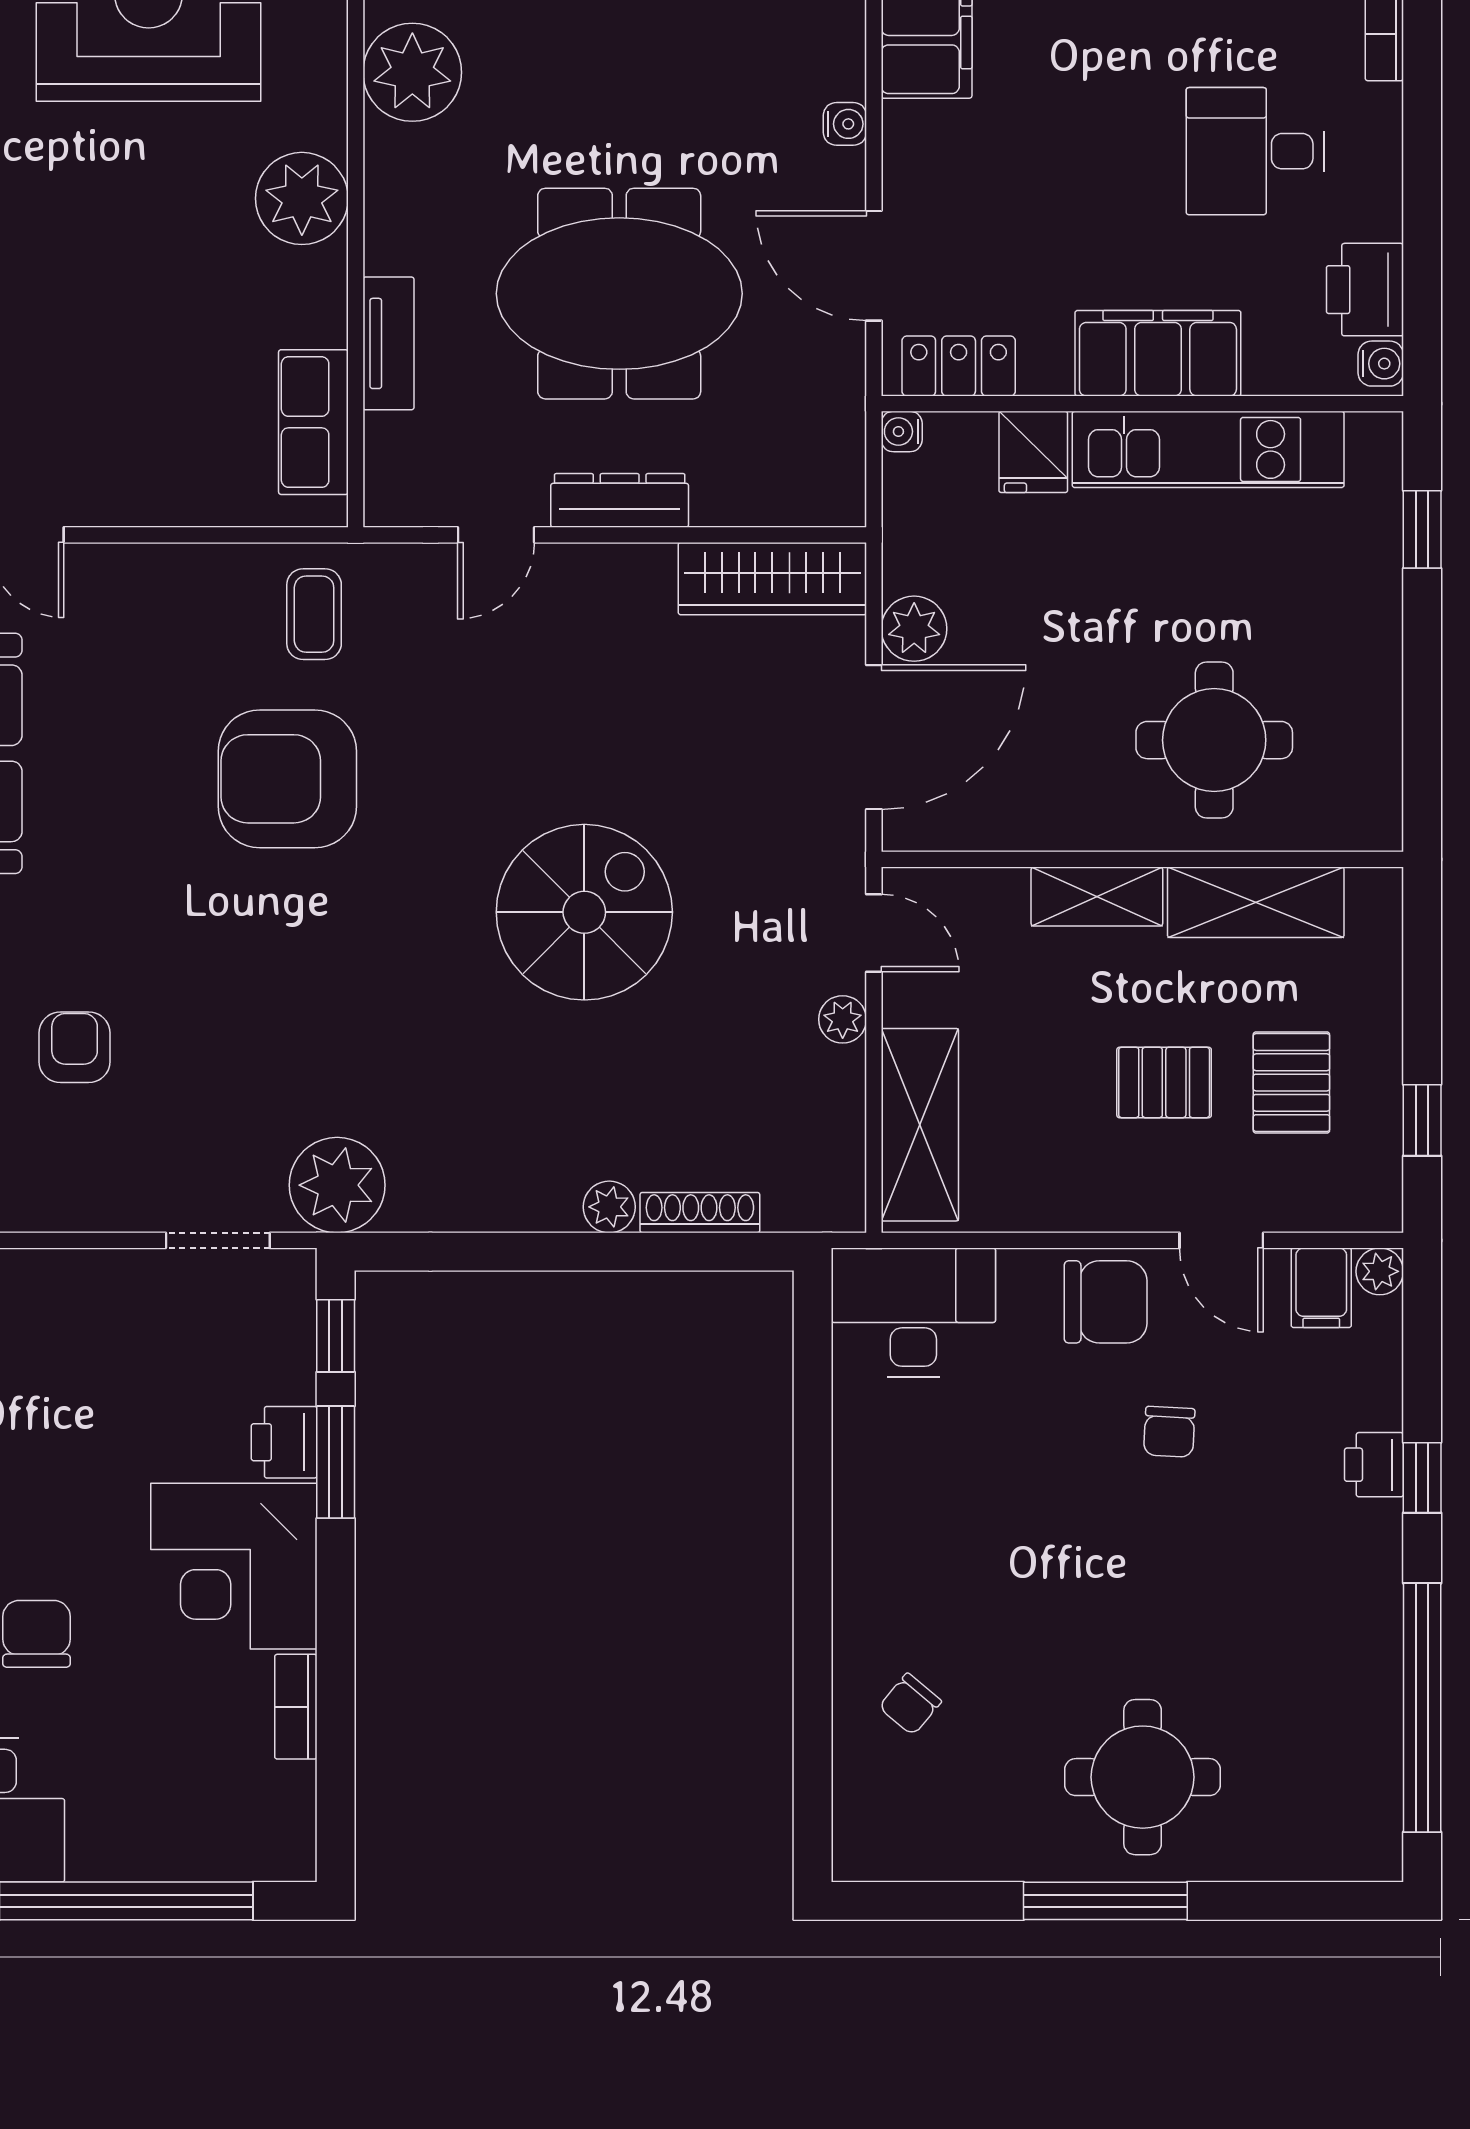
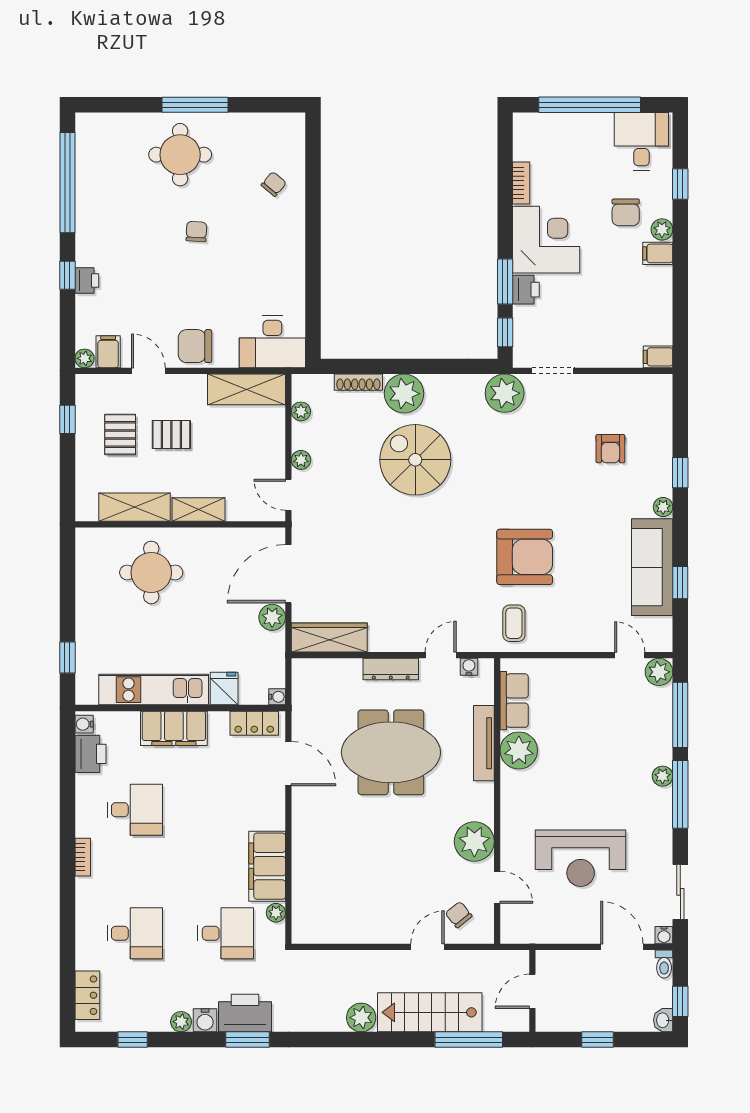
water cooler: (845, 124) -> (469, 667), moved, turned 90
plant: (302, 198) -> (519, 750), moved
tv unit: (388, 343) -> (484, 743), width x1.41
spiral stairs: (584, 912) -> (415, 460), moved, turned 90
shelving: (920, 1125) -> (246, 389), moved, turned 90
plant: (843, 1140) -> (301, 411), added
plant: (609, 1207) -> (404, 394), width x1.88, depth x1.88
chair: (1169, 1432) -> (196, 232), moved

